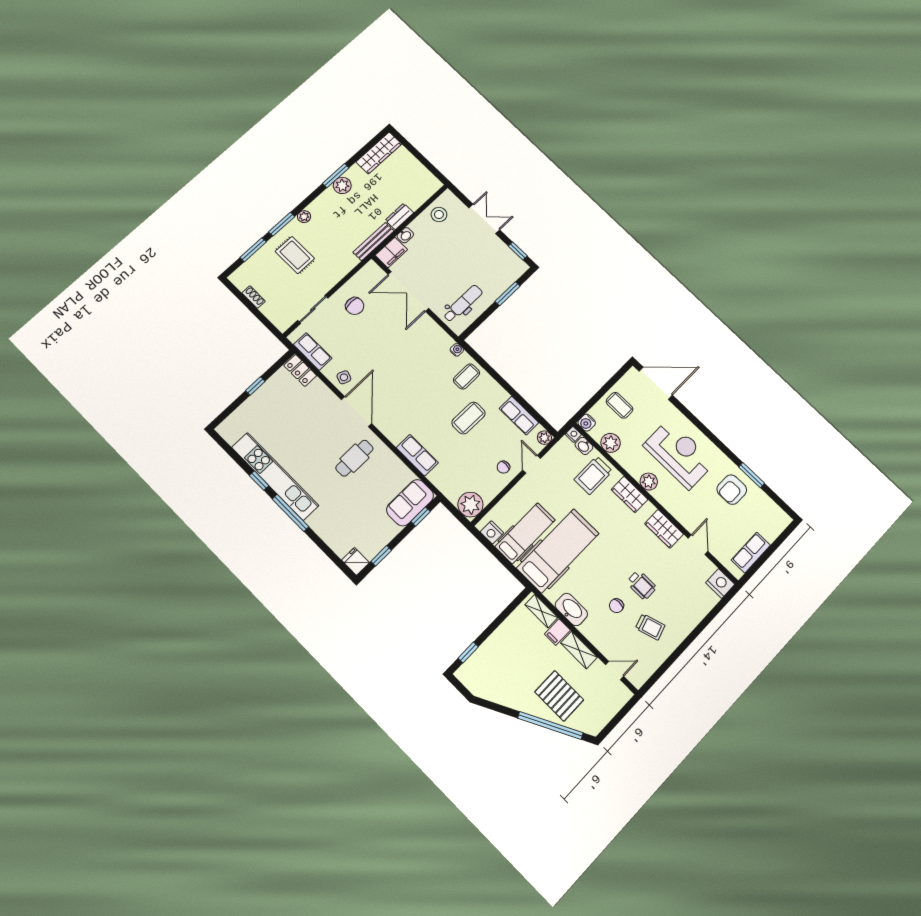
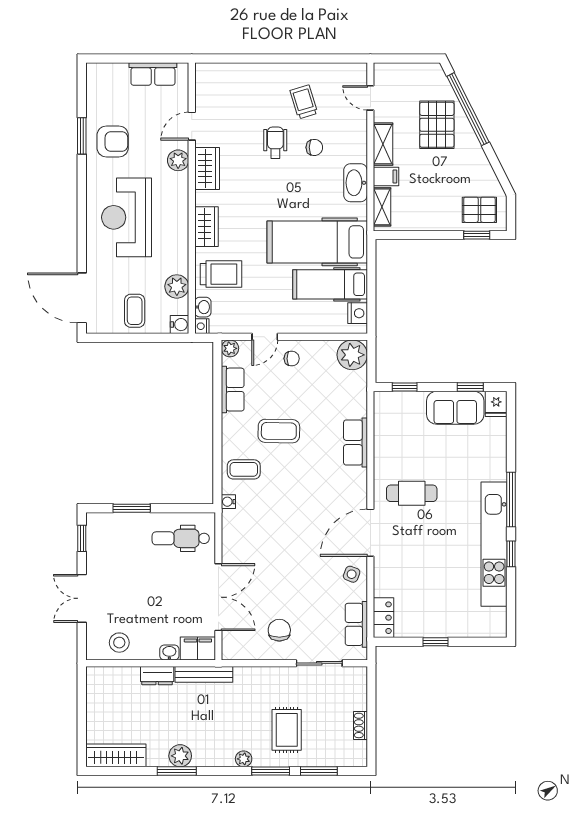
plant: (649, 482) -> (178, 160), moved
sofa: (410, 503) -> (455, 408), moved
nightstand: (720, 583) -> (207, 76), removed
pallet: (482, 670) -> (479, 210), added

